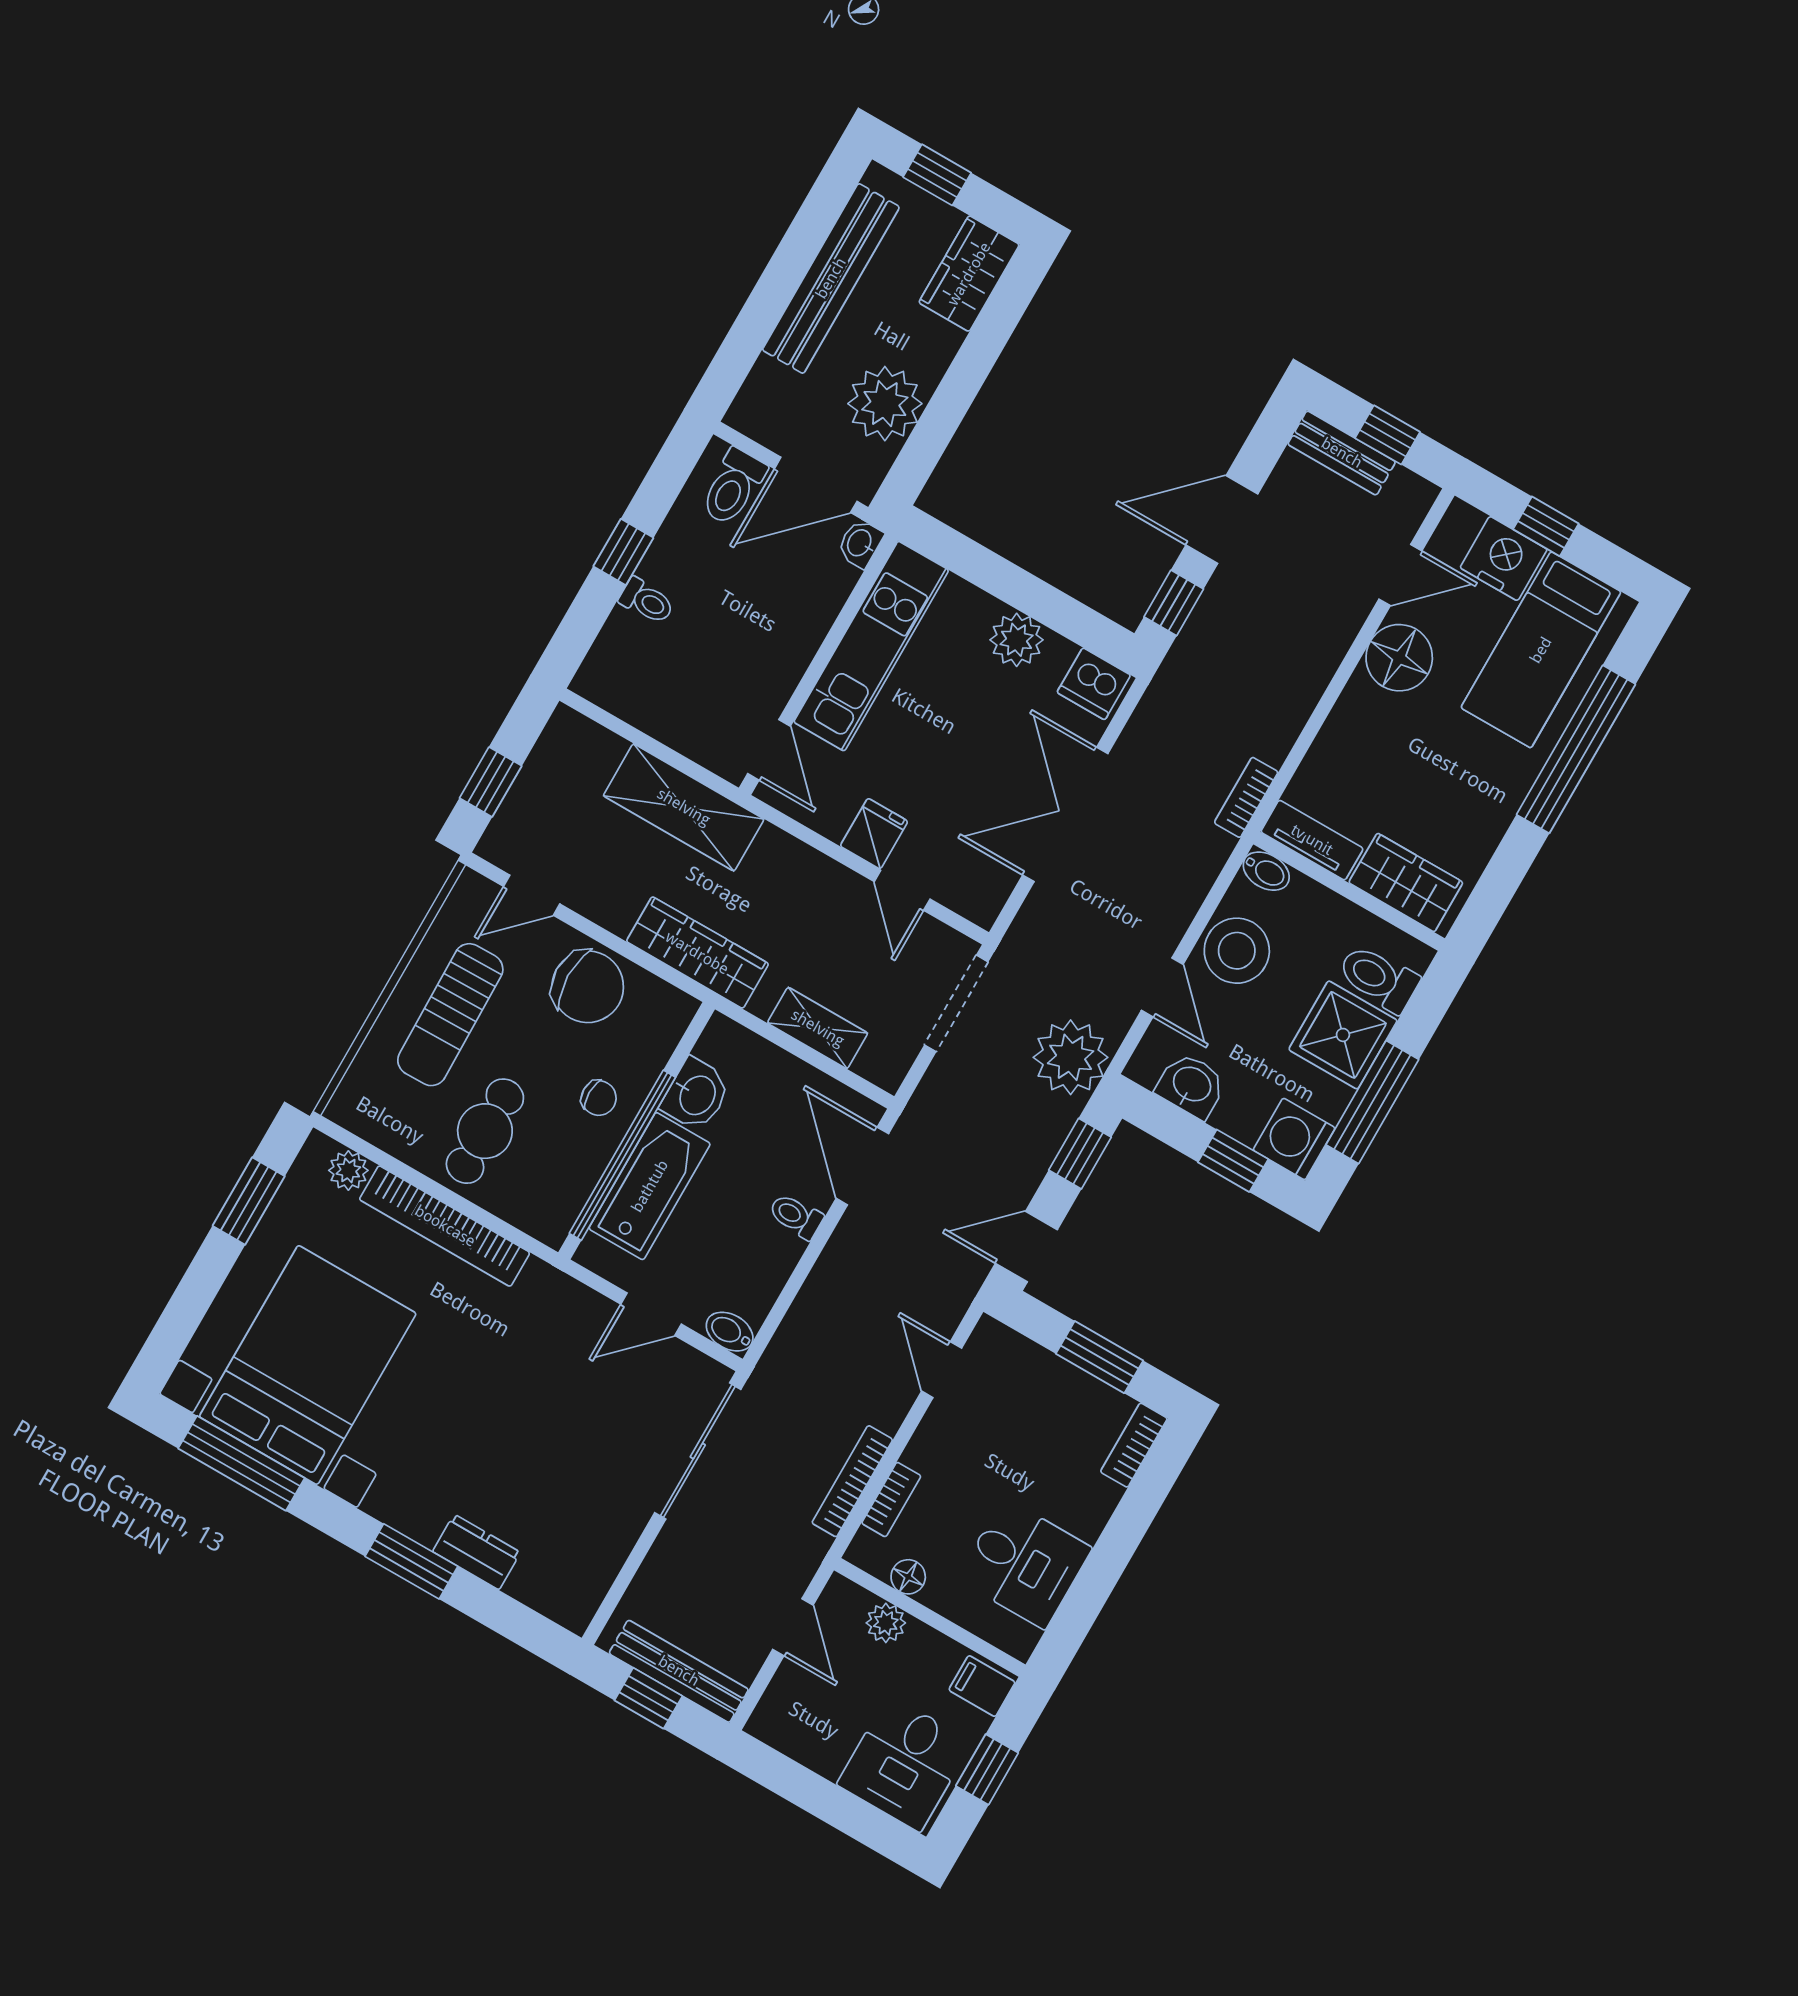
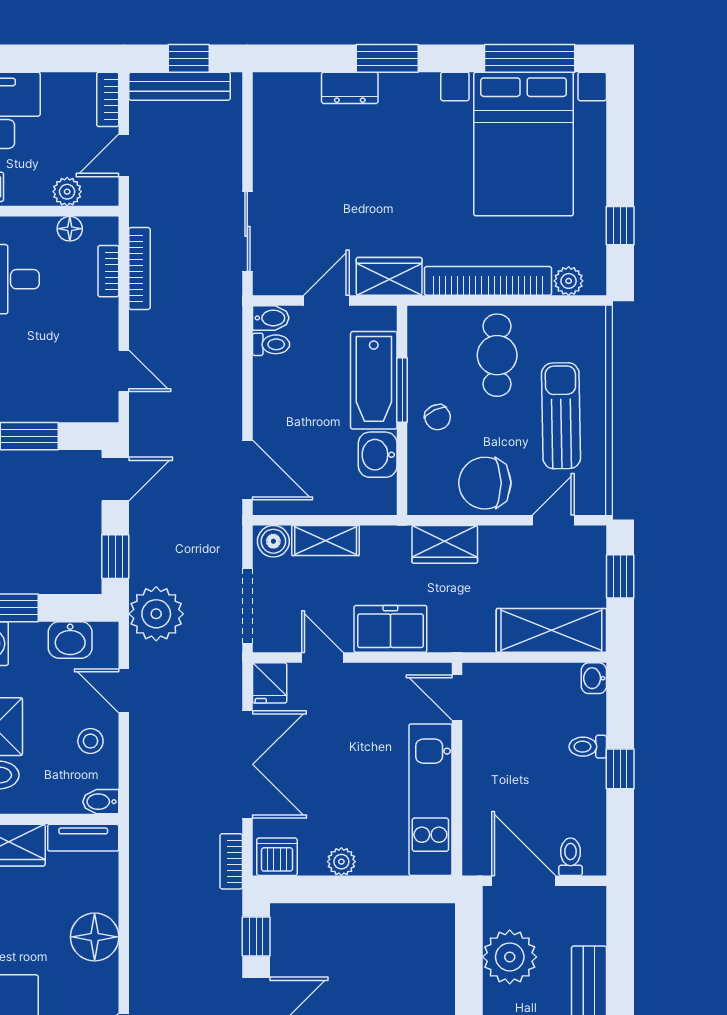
door: (816, 485) -> (524, 881), hinge flipped
toilet: (733, 487) -> (570, 857), width x0.73, depth x0.72
washbasin: (860, 543) -> (594, 678), moved, turned 180
plant: (1017, 640) -> (341, 862), width x0.73, depth x0.73
floor lamp: (1399, 658) -> (95, 937), moved
bookcase: (1246, 797) -> (231, 861), moved, turned 180
shelving: (684, 807) -> (551, 630), moved
fridge: (874, 834) -> (270, 683), moved
freezer: (801, 878) -> (390, 629), added
stool: (1237, 951) -> (90, 741), width x0.53, depth x0.53
wardrobe: (697, 953) -> (445, 544), width x0.67
boiler: (880, 1063) -> (273, 541), added
chair: (599, 1098) -> (438, 417), turned -116
window: (622, 1155) -> (402, 390), width x0.47
window: (249, 1201) -> (620, 226), width x0.67
toilet: (796, 1216) -> (271, 344), moved
wardrobe: (560, 1300) -> (389, 276), added
sliding door: (698, 1451) -> (247, 231), width x0.73
door: (793, 1627) -> (124, 155), hinge flipped
bookcase: (774, 1705) -> (108, 99), added

